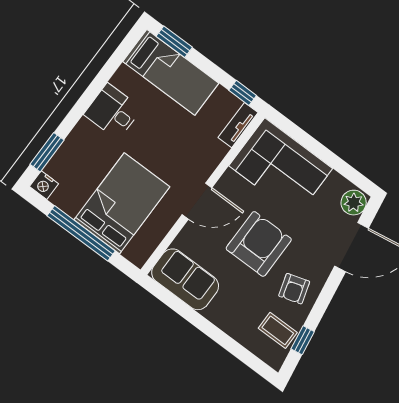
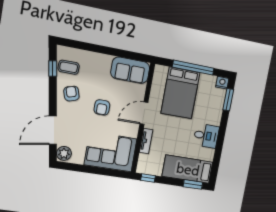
tv unit: (238, 125) -> (146, 141), moved
armchair: (259, 244) -> (102, 107), width x0.53, depth x0.53

